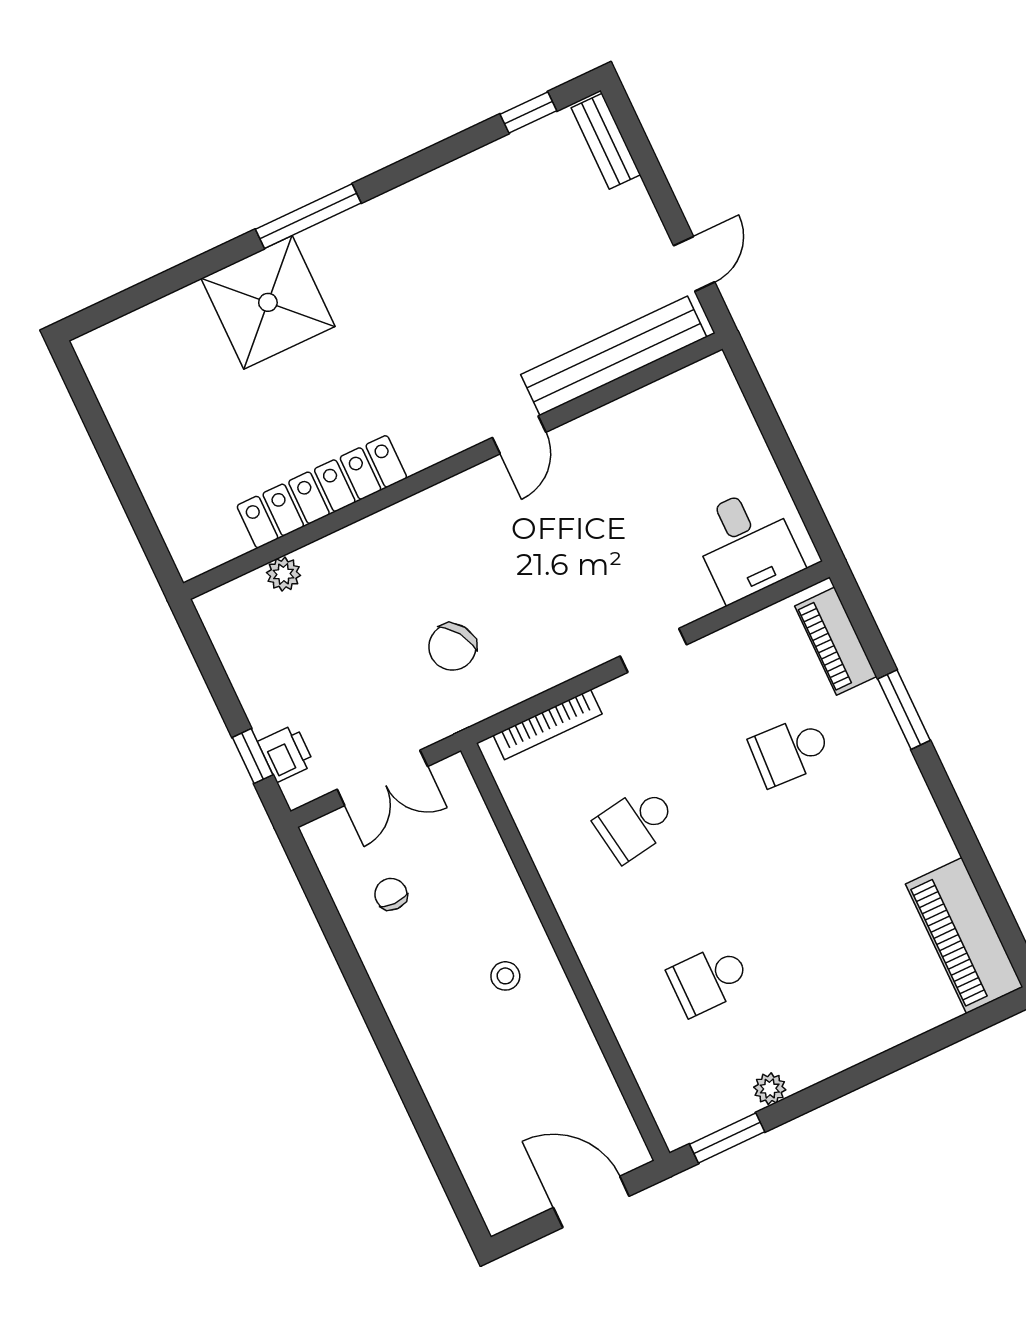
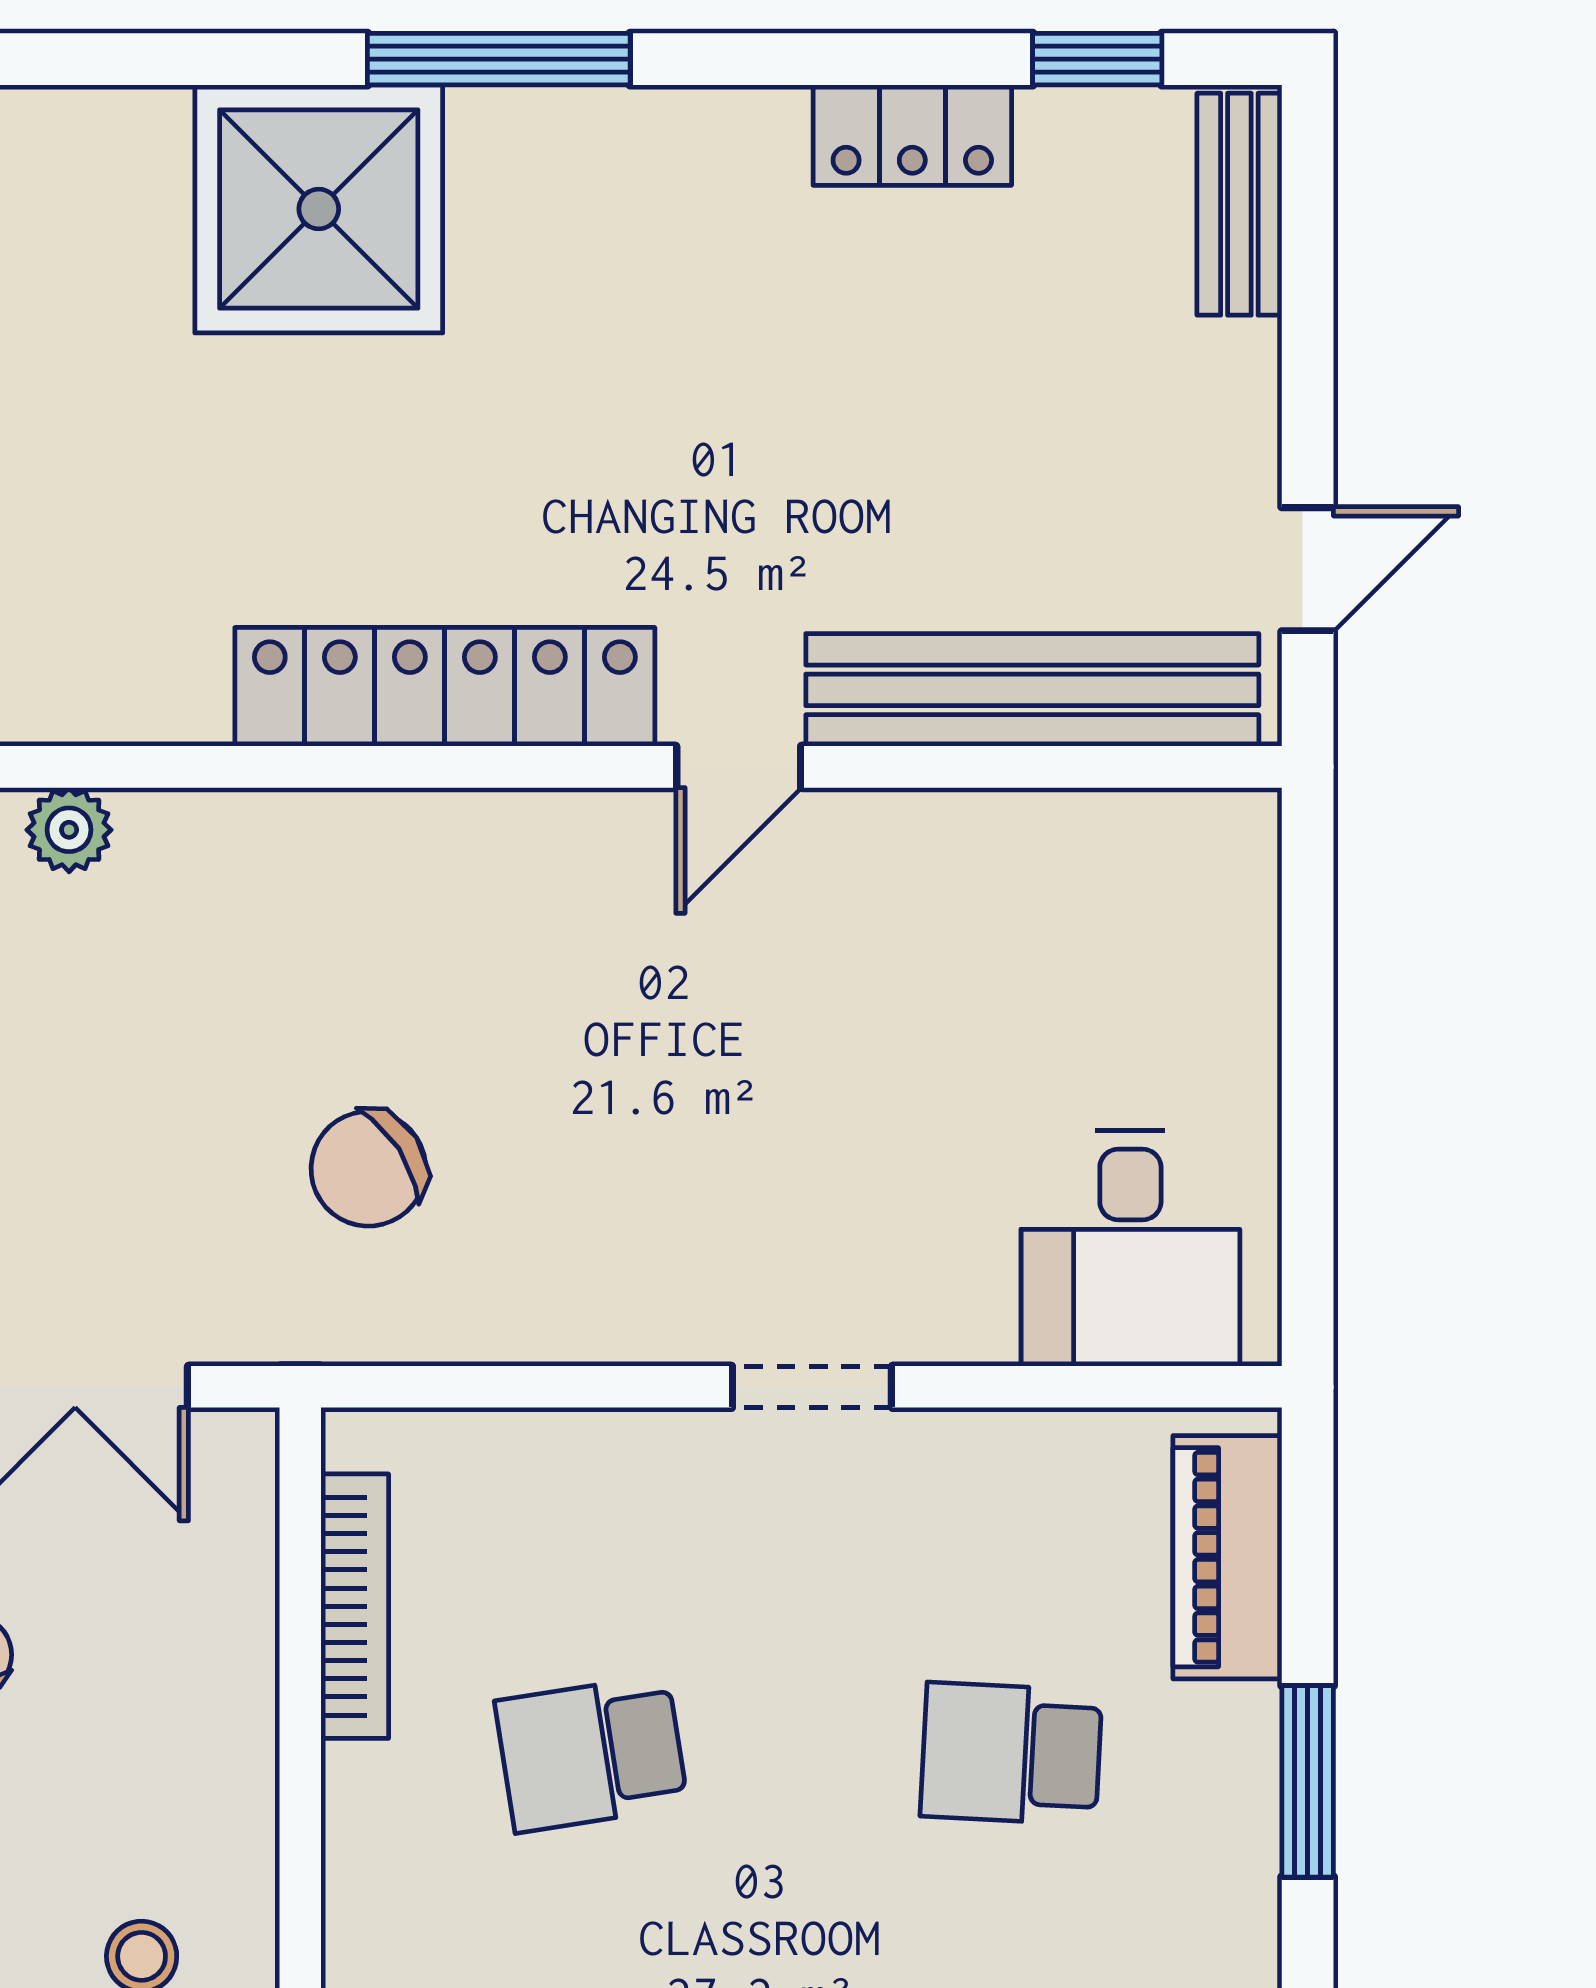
locker: (474, 172) -> (912, 135), added
locker: (322, 492) -> (445, 687), moved
bookcase: (548, 725) -> (355, 1606), moved, turned -90

